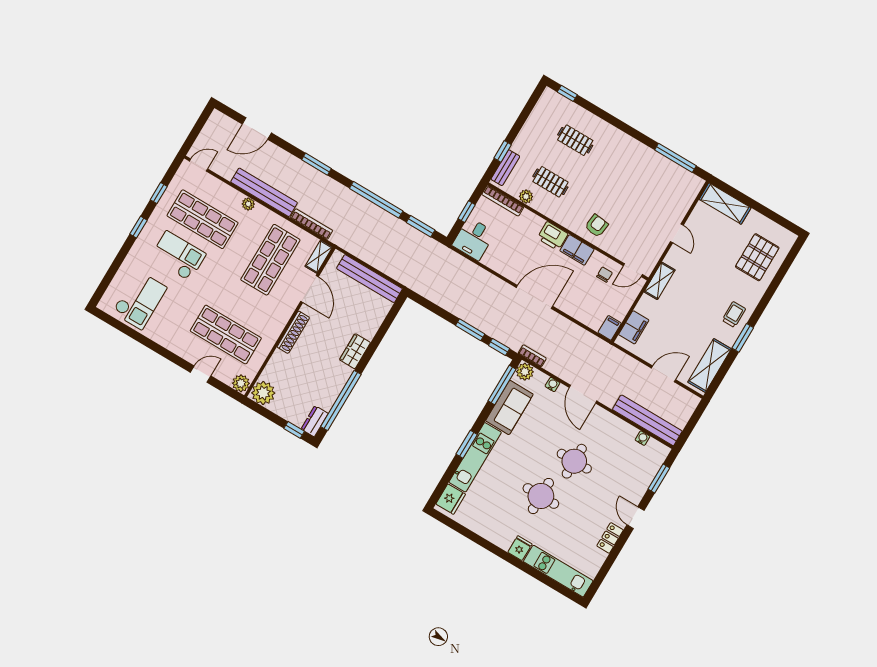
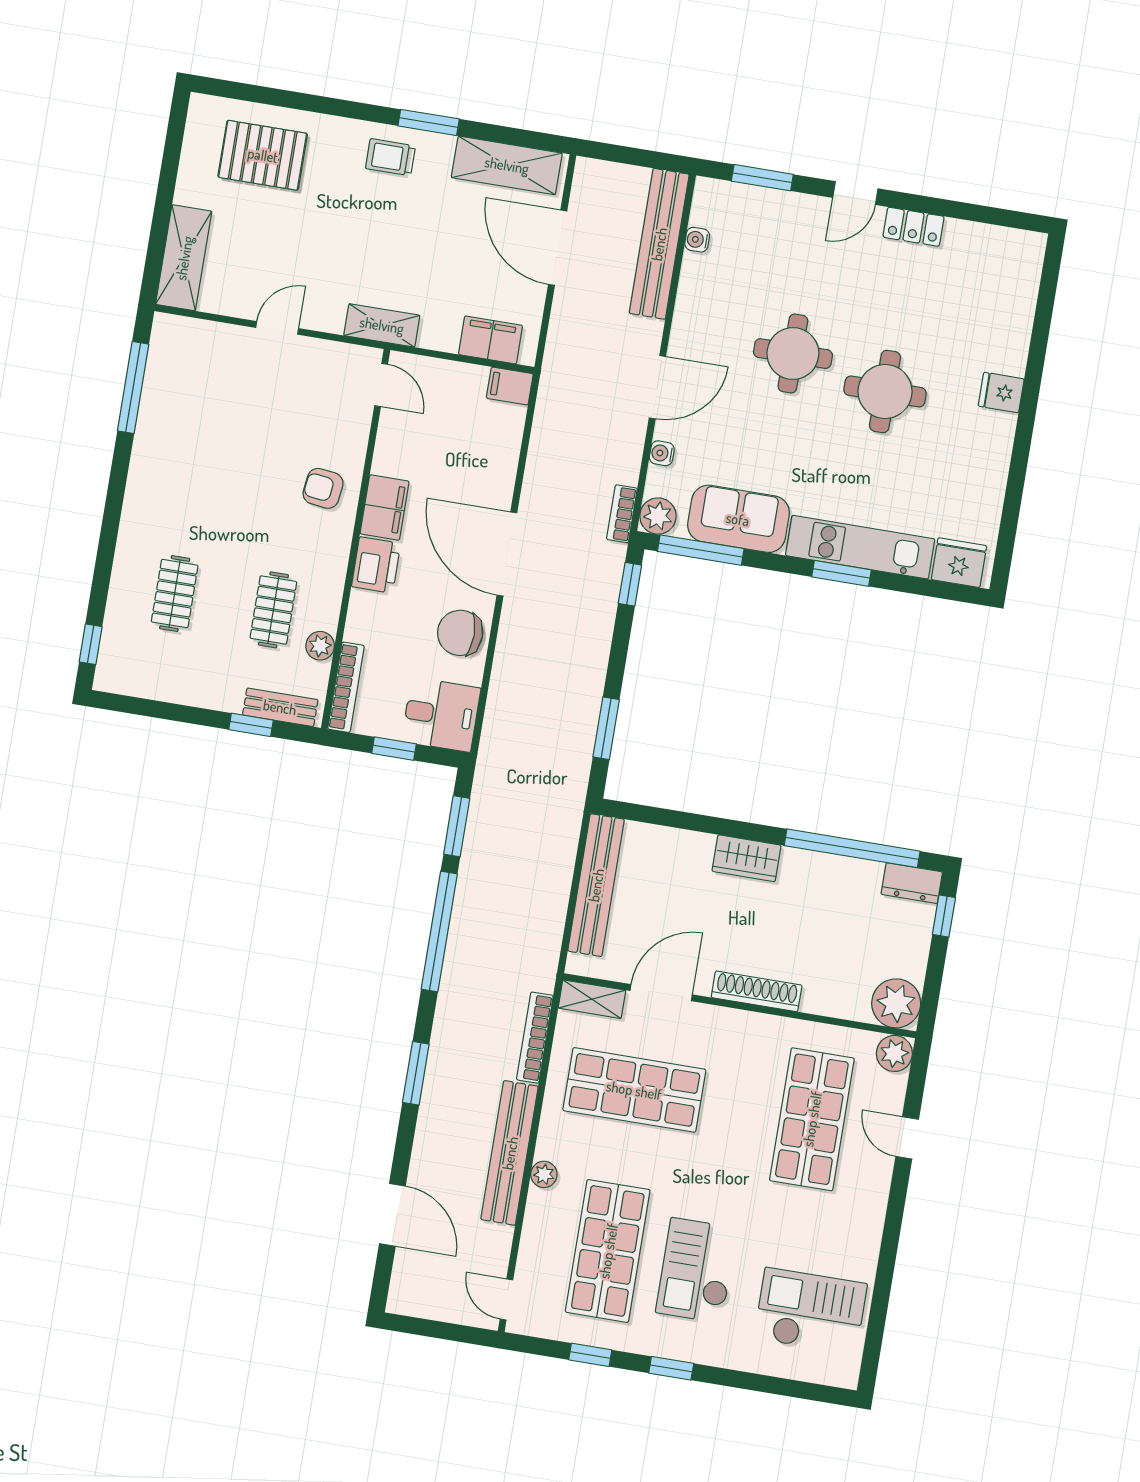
chair: (605, 275) -> (460, 633), moved, width x1.87, depth x1.87
window: (470, 330) -> (606, 728), moved
door: (663, 374) -> (558, 248), width x1.36
kitchen unit: (558, 571) -> (1016, 302), removed

